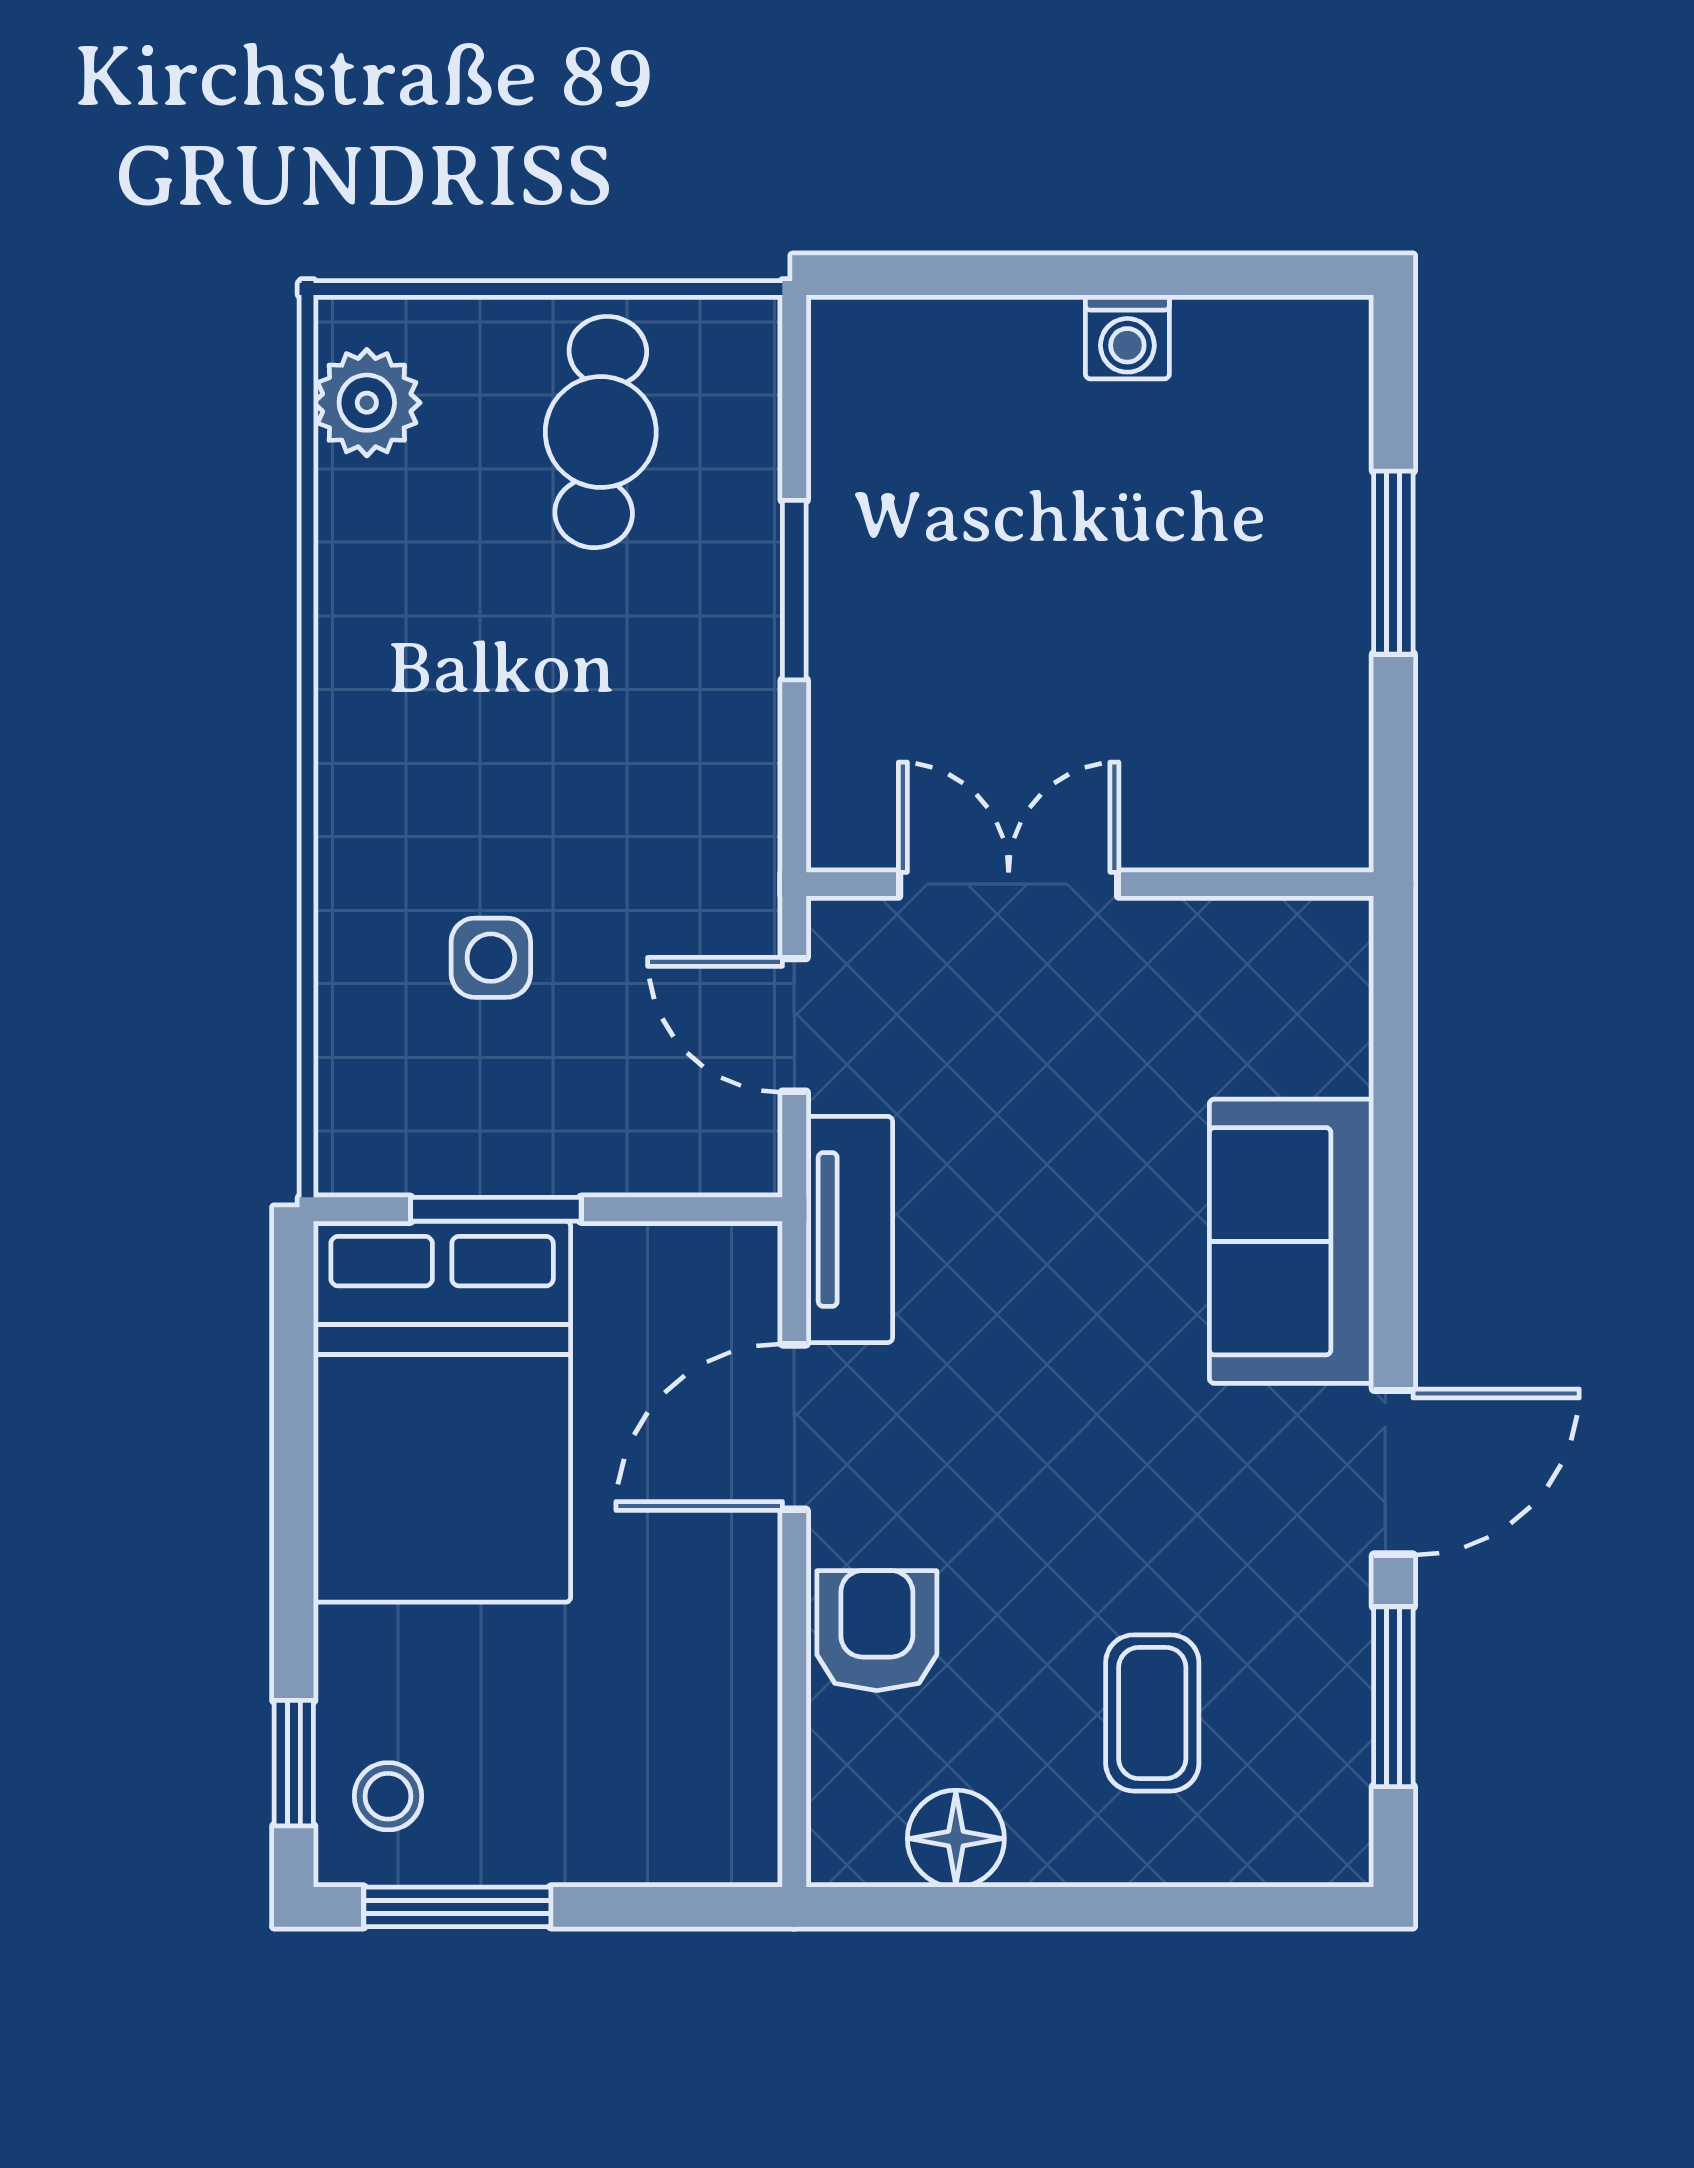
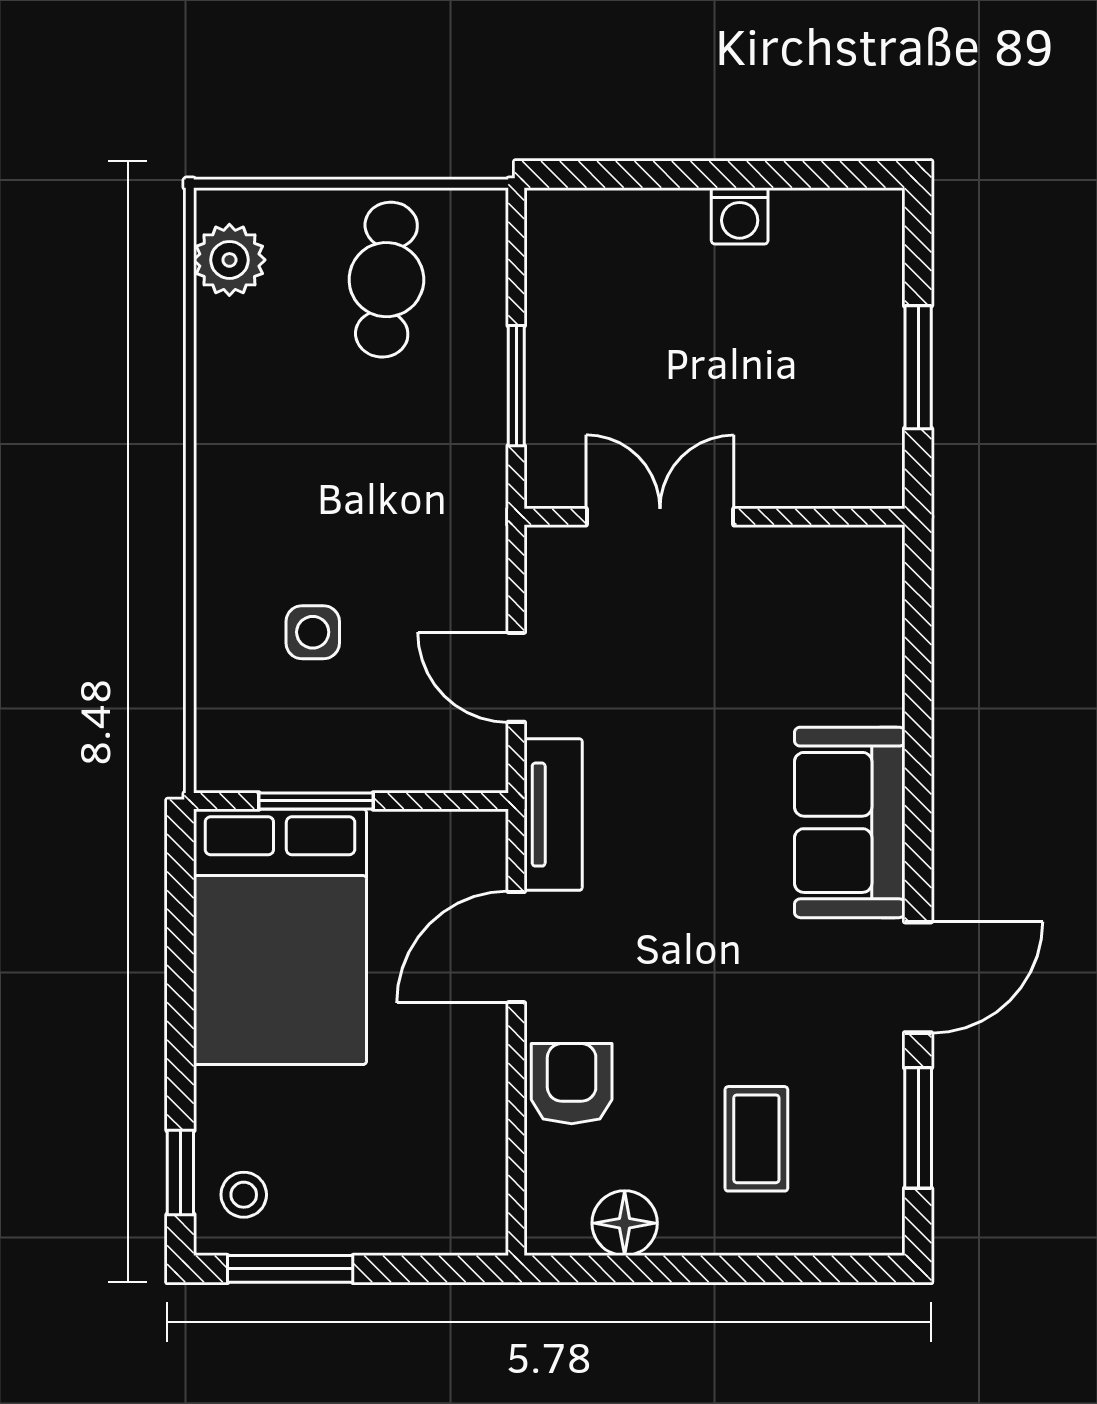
double door: (1009, 884) -> (660, 517), moved
wall: (1090, 884) -> (715, 517), moved

